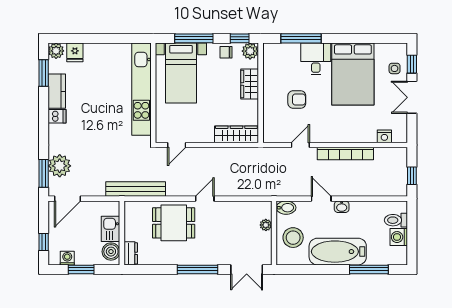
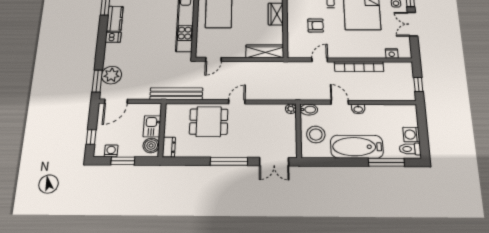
toilet: (396, 220) -> (410, 149), moved
plant: (266, 225) -> (291, 109), moved

